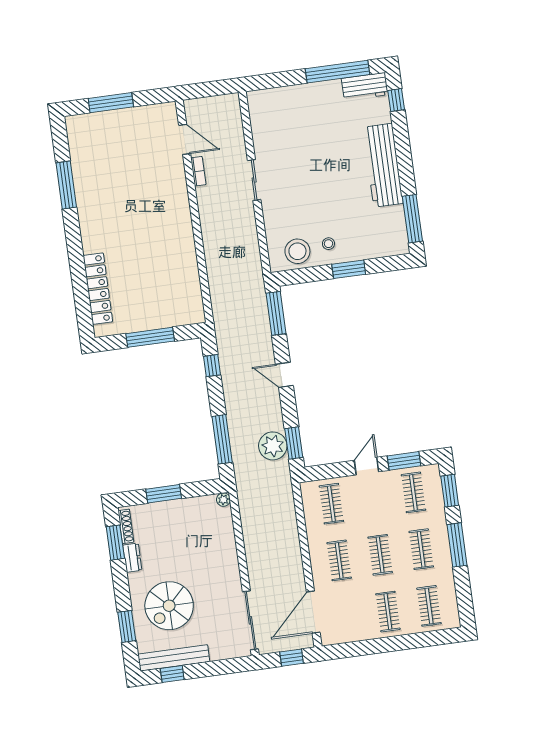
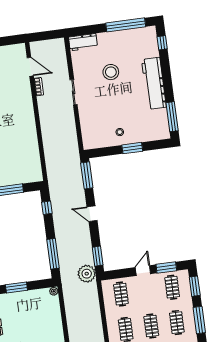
workbench: (365, 87) -> (83, 42), moved
stool: (297, 251) -> (111, 72), moved
plant: (273, 446) -> (87, 274), moved

